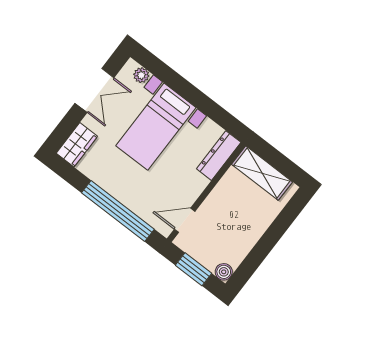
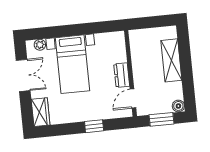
dresser: (219, 156) -> (122, 75), moved, width x0.70
shelving: (262, 173) -> (171, 60), moved, turned 90
window: (118, 211) -> (94, 126), width x0.32

